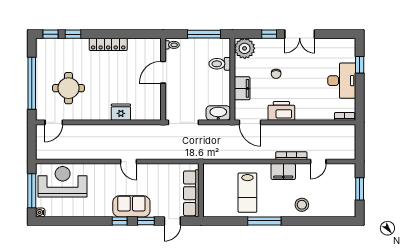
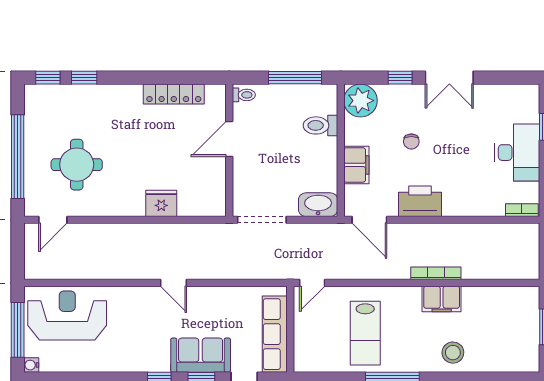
locker: (108, 44) -> (174, 94), moved
door: (318, 162) -> (312, 283), moved
filing cabinet: (283, 171) -> (442, 299), moved
sofa: (131, 206) -> (201, 355), moved

